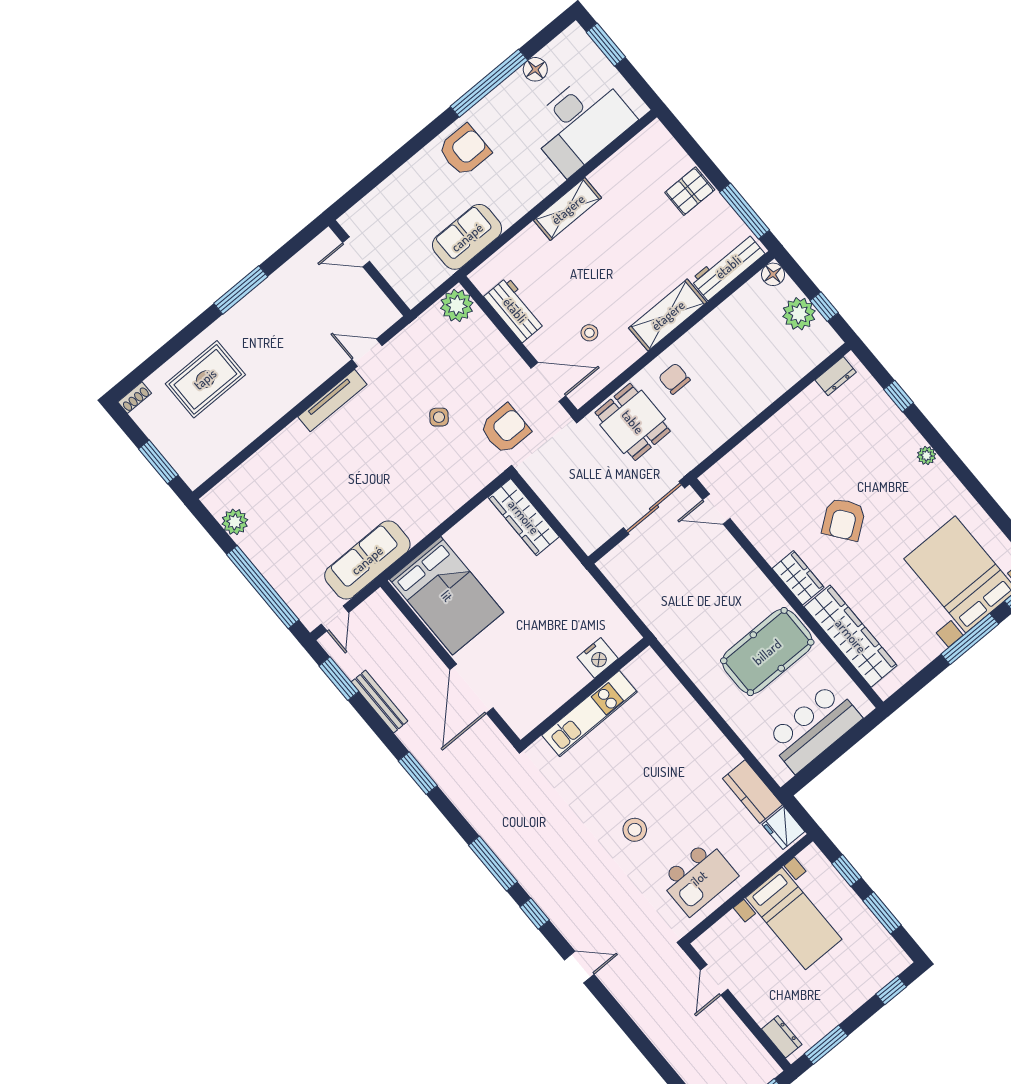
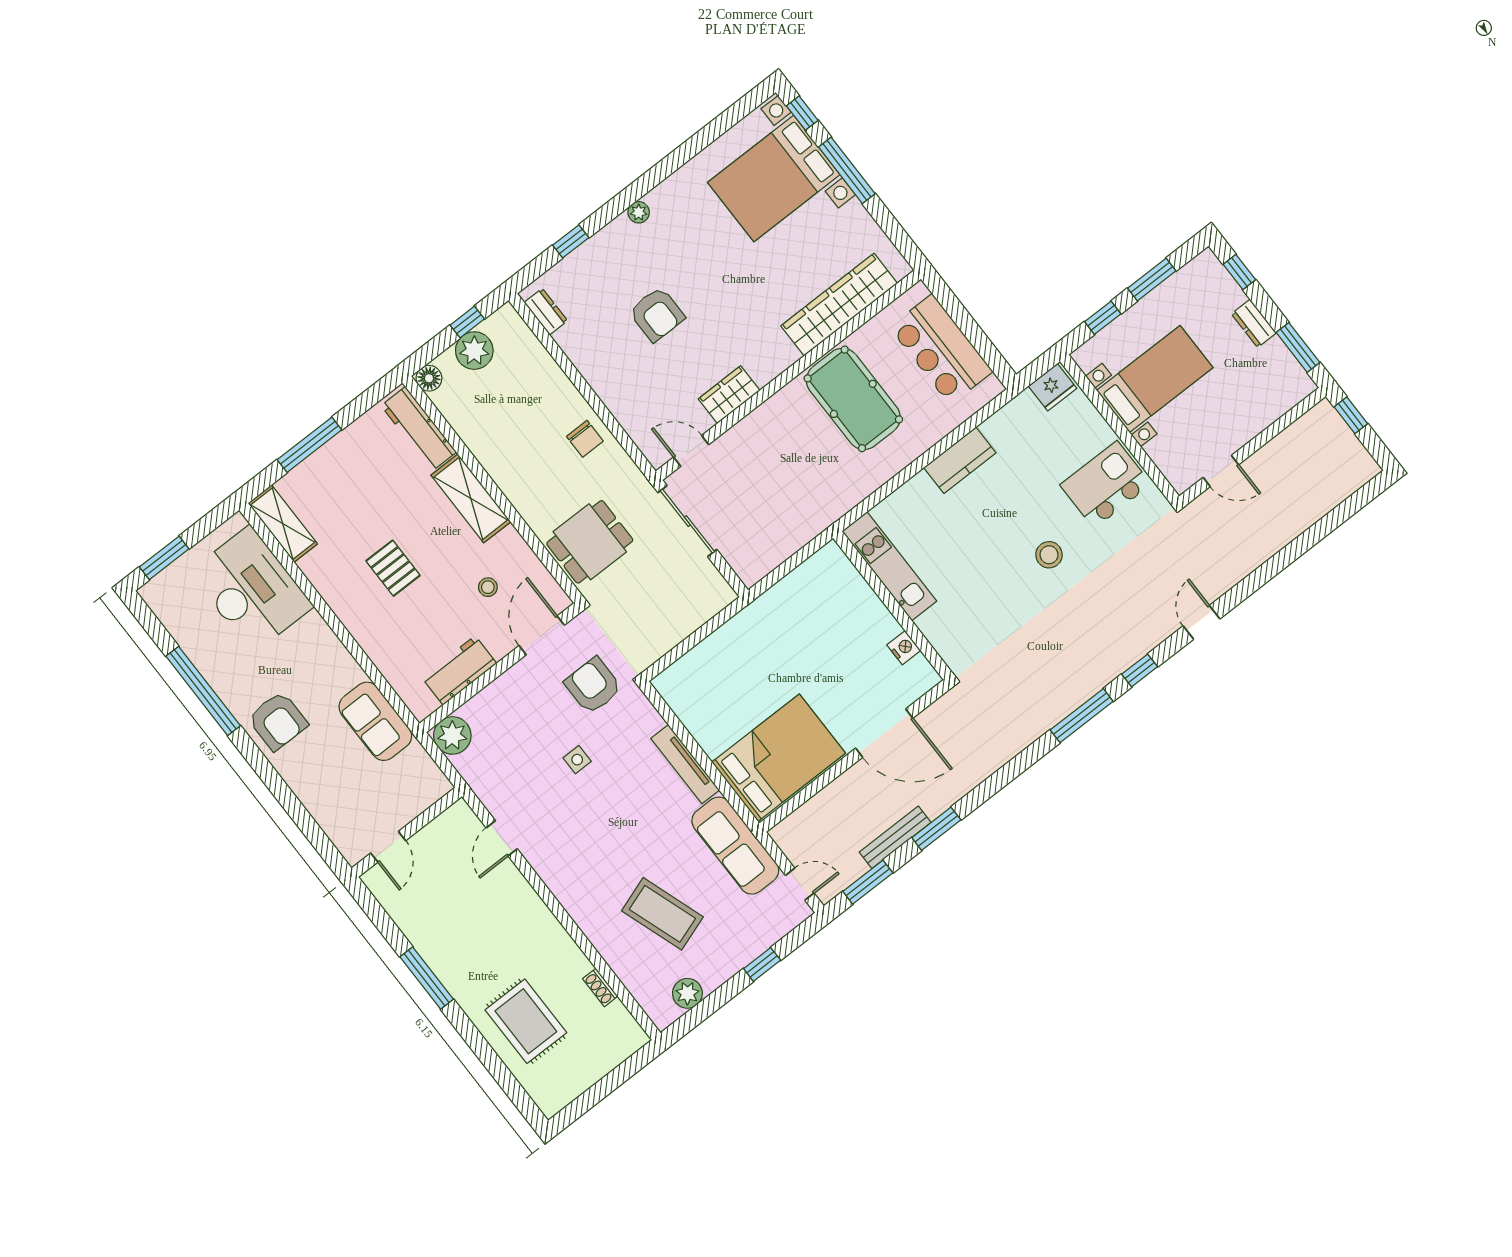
floor lamp: (535, 69) -> (189, 638), removed
armchair: (464, 150) -> (278, 721), turned 180
pallet: (690, 191) -> (393, 568), moved
shelving: (568, 209) -> (283, 524), moved
window: (744, 211) -> (309, 445), moved
chair: (674, 379) -> (585, 439), moved, turned -90
shoe rack: (135, 398) -> (600, 987), moved, turned 180
tv unit: (332, 401) -> (685, 764), moved, turned 180
side table: (439, 417) -> (577, 760), turned -38
window: (158, 462) -> (617, 1077), removed
coffee table: (305, 497) -> (662, 914), added
door: (716, 509) -> (691, 451), swing flipped
wardrobe: (524, 517) -> (693, 668), removed
armchair: (844, 519) -> (657, 314), moved, turned 37
wardrobe: (798, 578) -> (729, 395), moved
window: (263, 587) -> (762, 964), width x0.32
nightstand: (598, 658) -> (904, 648), moved, width x0.74, depth x0.75
kitchen unit: (590, 714) -> (889, 566), moved
window: (418, 773) -> (936, 829), moved
kitchen counter: (752, 792) -> (960, 460), moved
kitchen island: (699, 878) -> (1106, 485), turned -90
dresser: (782, 1037) -> (1254, 323), moved, turned -90

